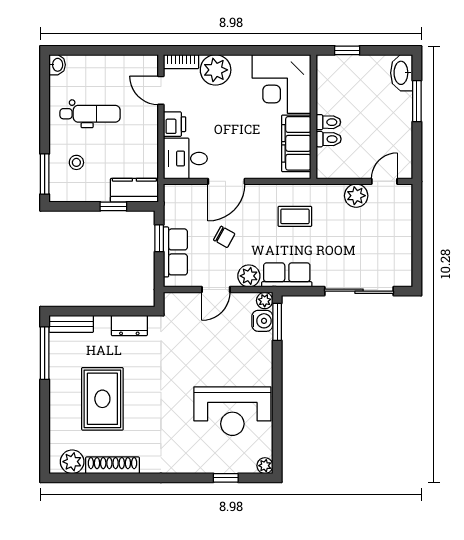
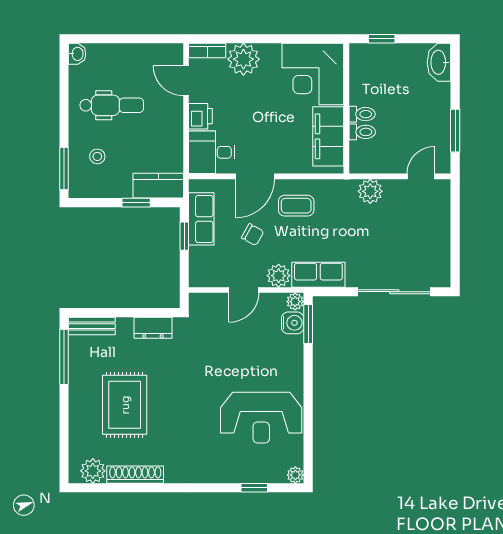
window: (417, 101) -> (455, 131), moved
plant: (356, 196) -> (370, 191), moved
coffee table: (295, 216) -> (296, 206), moved
row of seats: (175, 252) -> (201, 219), moved

